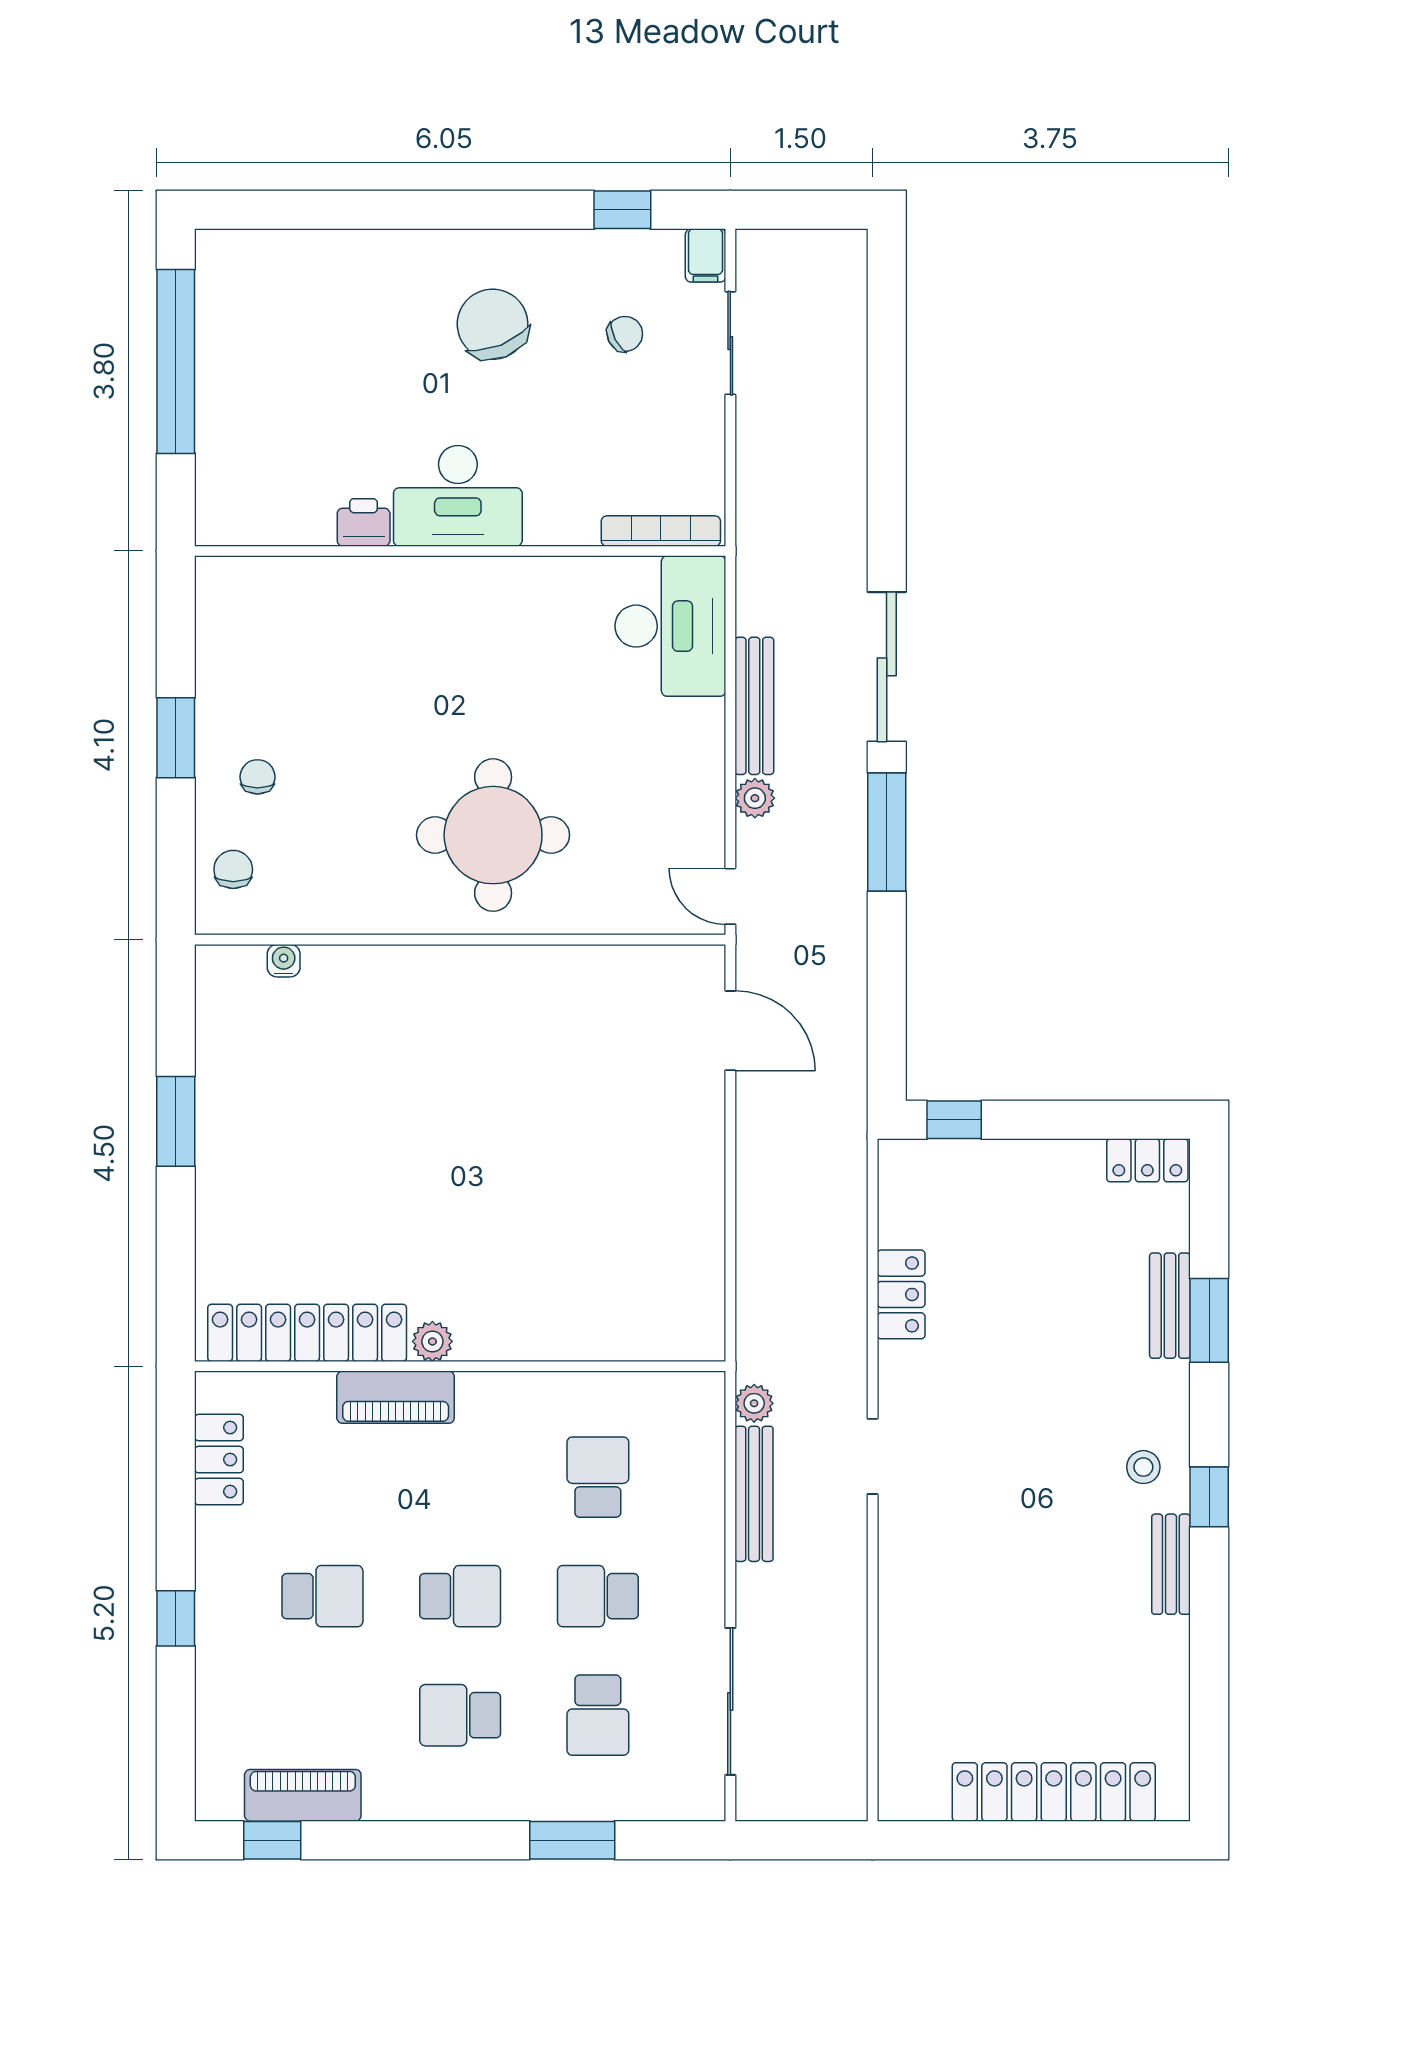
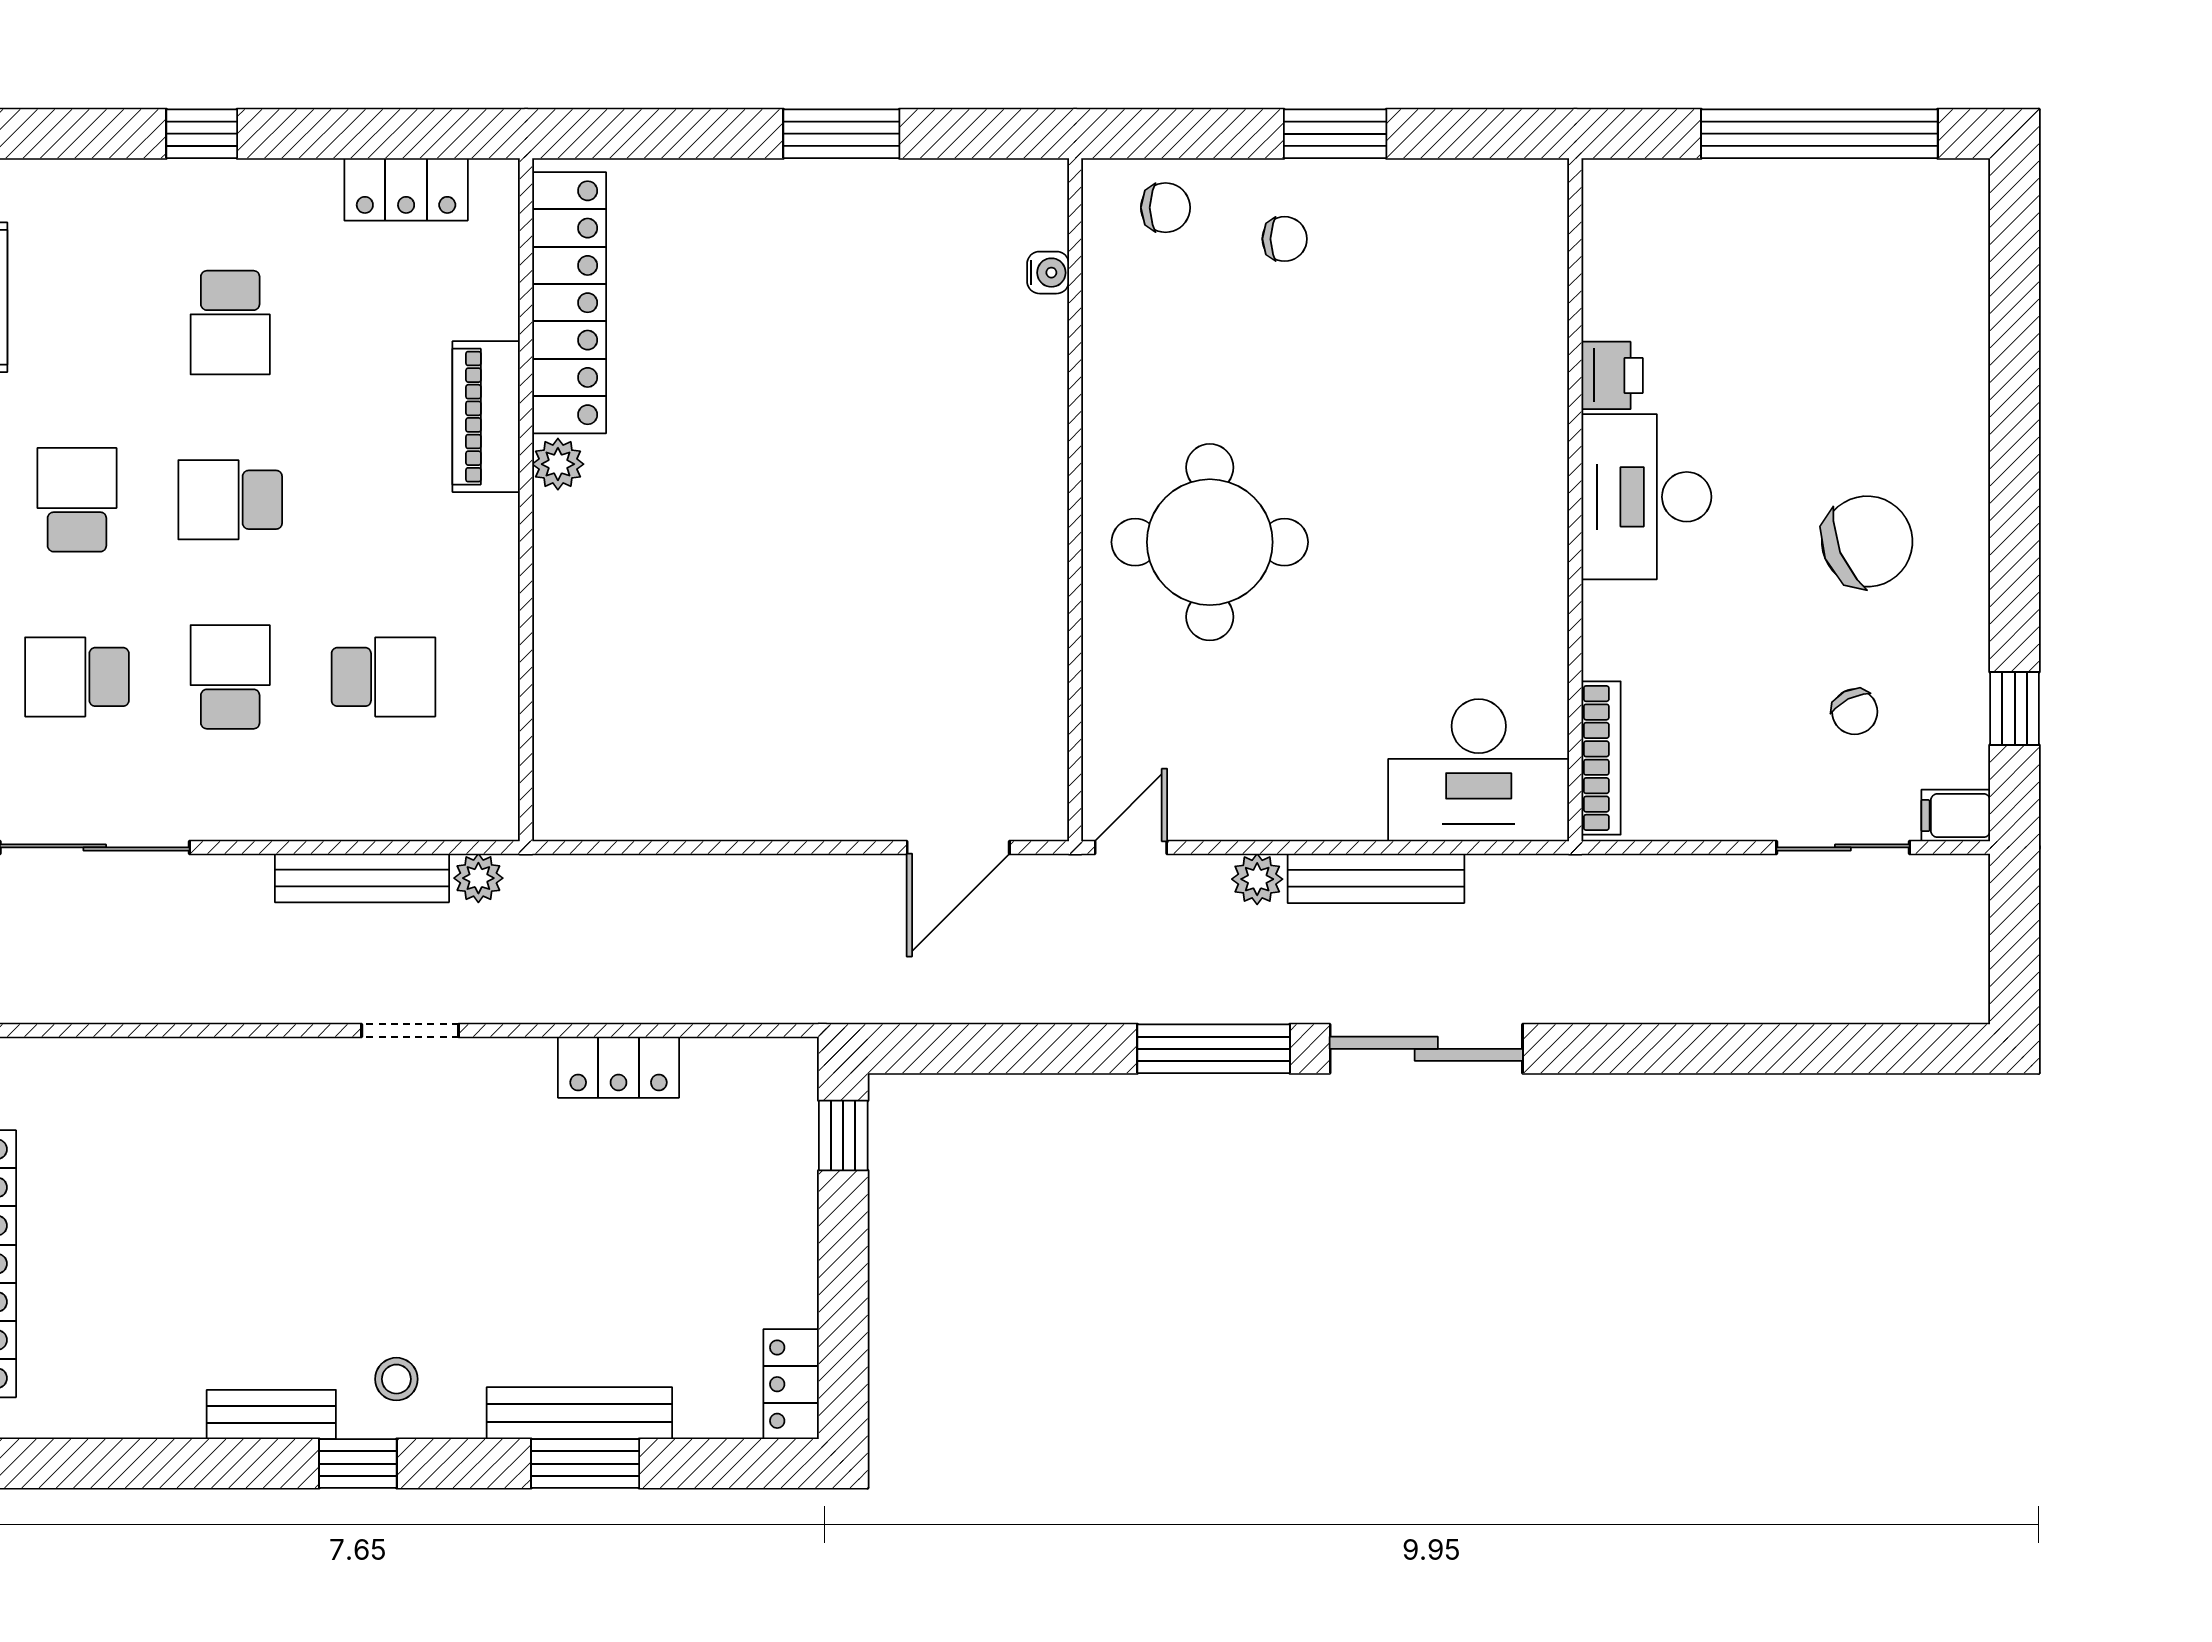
bench: (1170, 1306) -> (579, 1413), width x1.36
school desk: (460, 1596) -> (230, 500), turned 90

